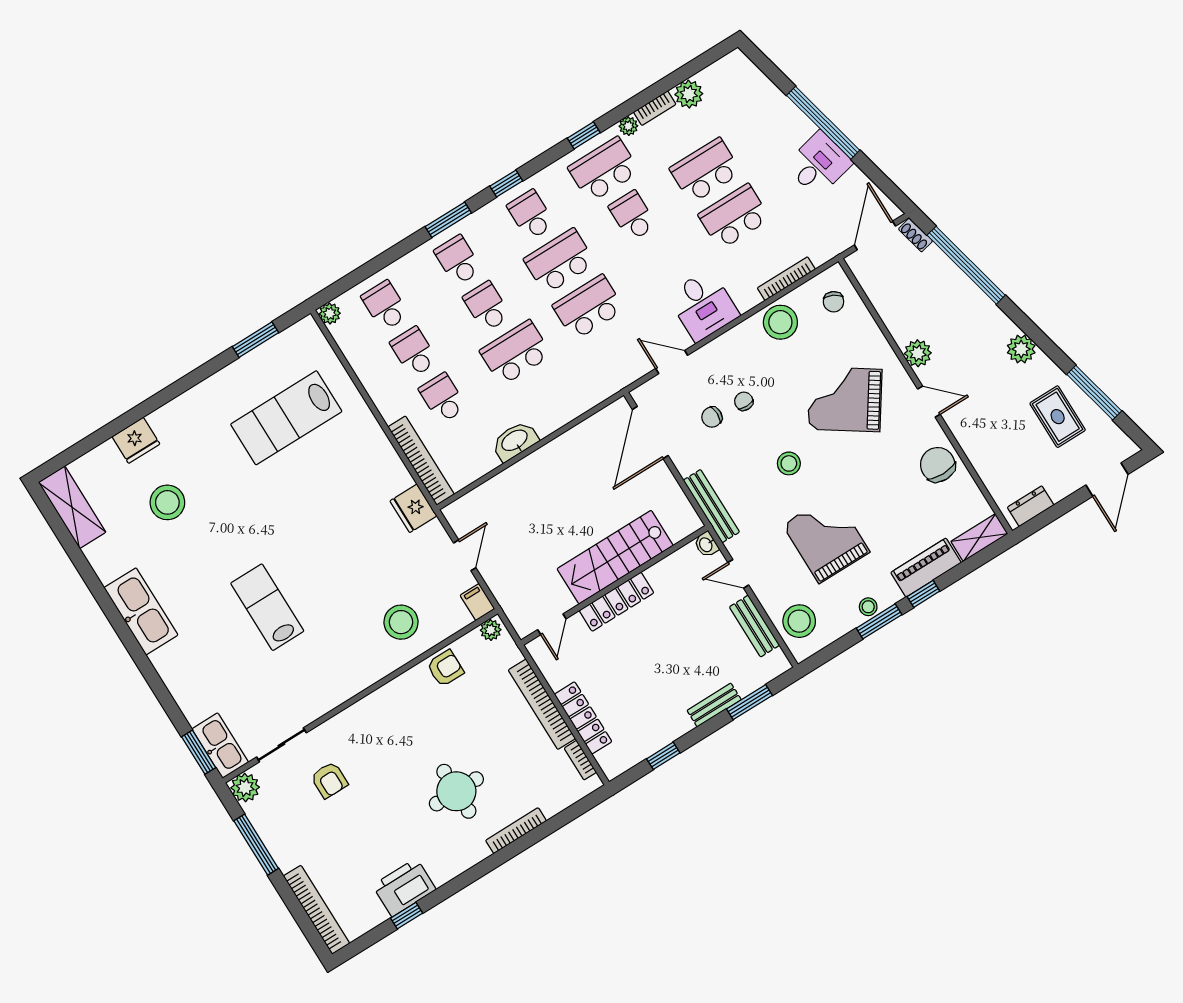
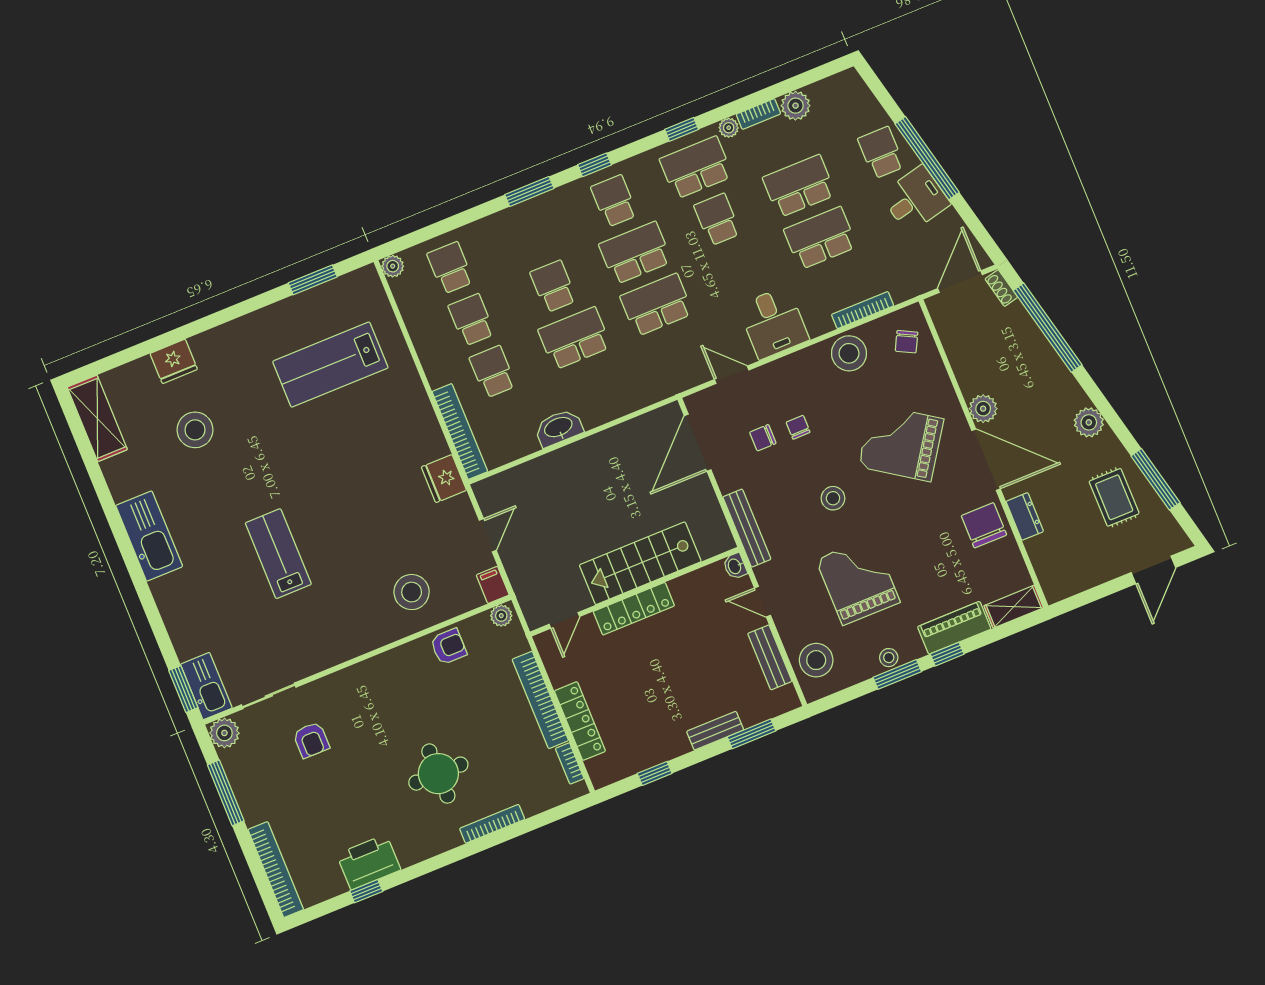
school desk: (458, 260) -> (881, 153), moved
door: (929, 402) -> (986, 460), width x1.87
dresser: (1031, 506) -> (1025, 516), moved, turned 90

